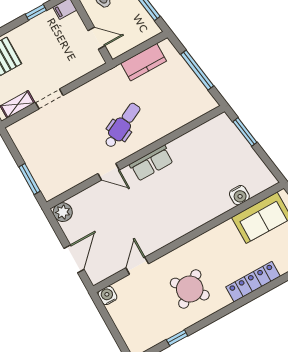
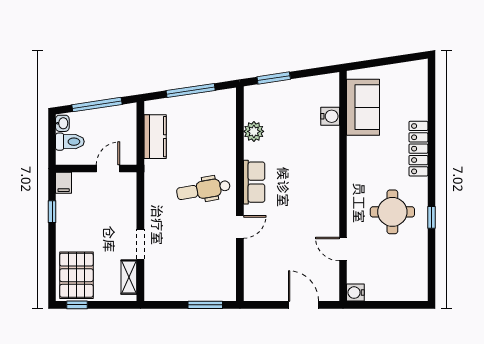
dental chair: (122, 125) -> (203, 190), turned -74
plant: (63, 212) -> (254, 131), moved
round table: (190, 289) -> (392, 212), turned 38
window: (177, 338) -> (431, 217), moved

